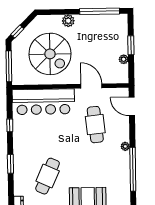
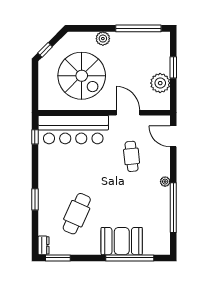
plant: (124, 59) -> (160, 83), width x1.88, depth x1.88
window: (9, 66) -> (35, 89), removed
window: (10, 125) -> (35, 137), moved
cafe table: (95, 125) -> (132, 156), width x0.73, depth x0.74

